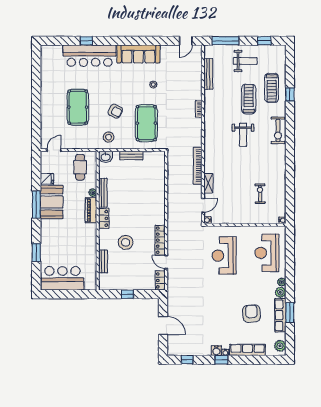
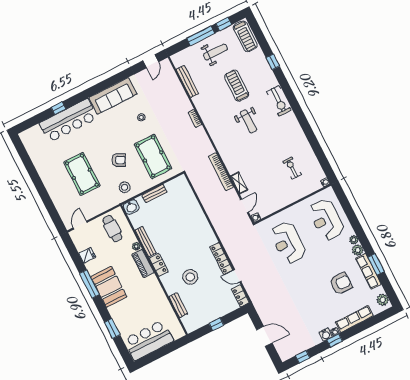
window: (225, 41) -> (201, 36), moved
treadmill: (272, 88) -> (245, 36), moved
booth: (52, 202) -> (109, 287), moved
armchair: (251, 314) -> (341, 283), turned 94

